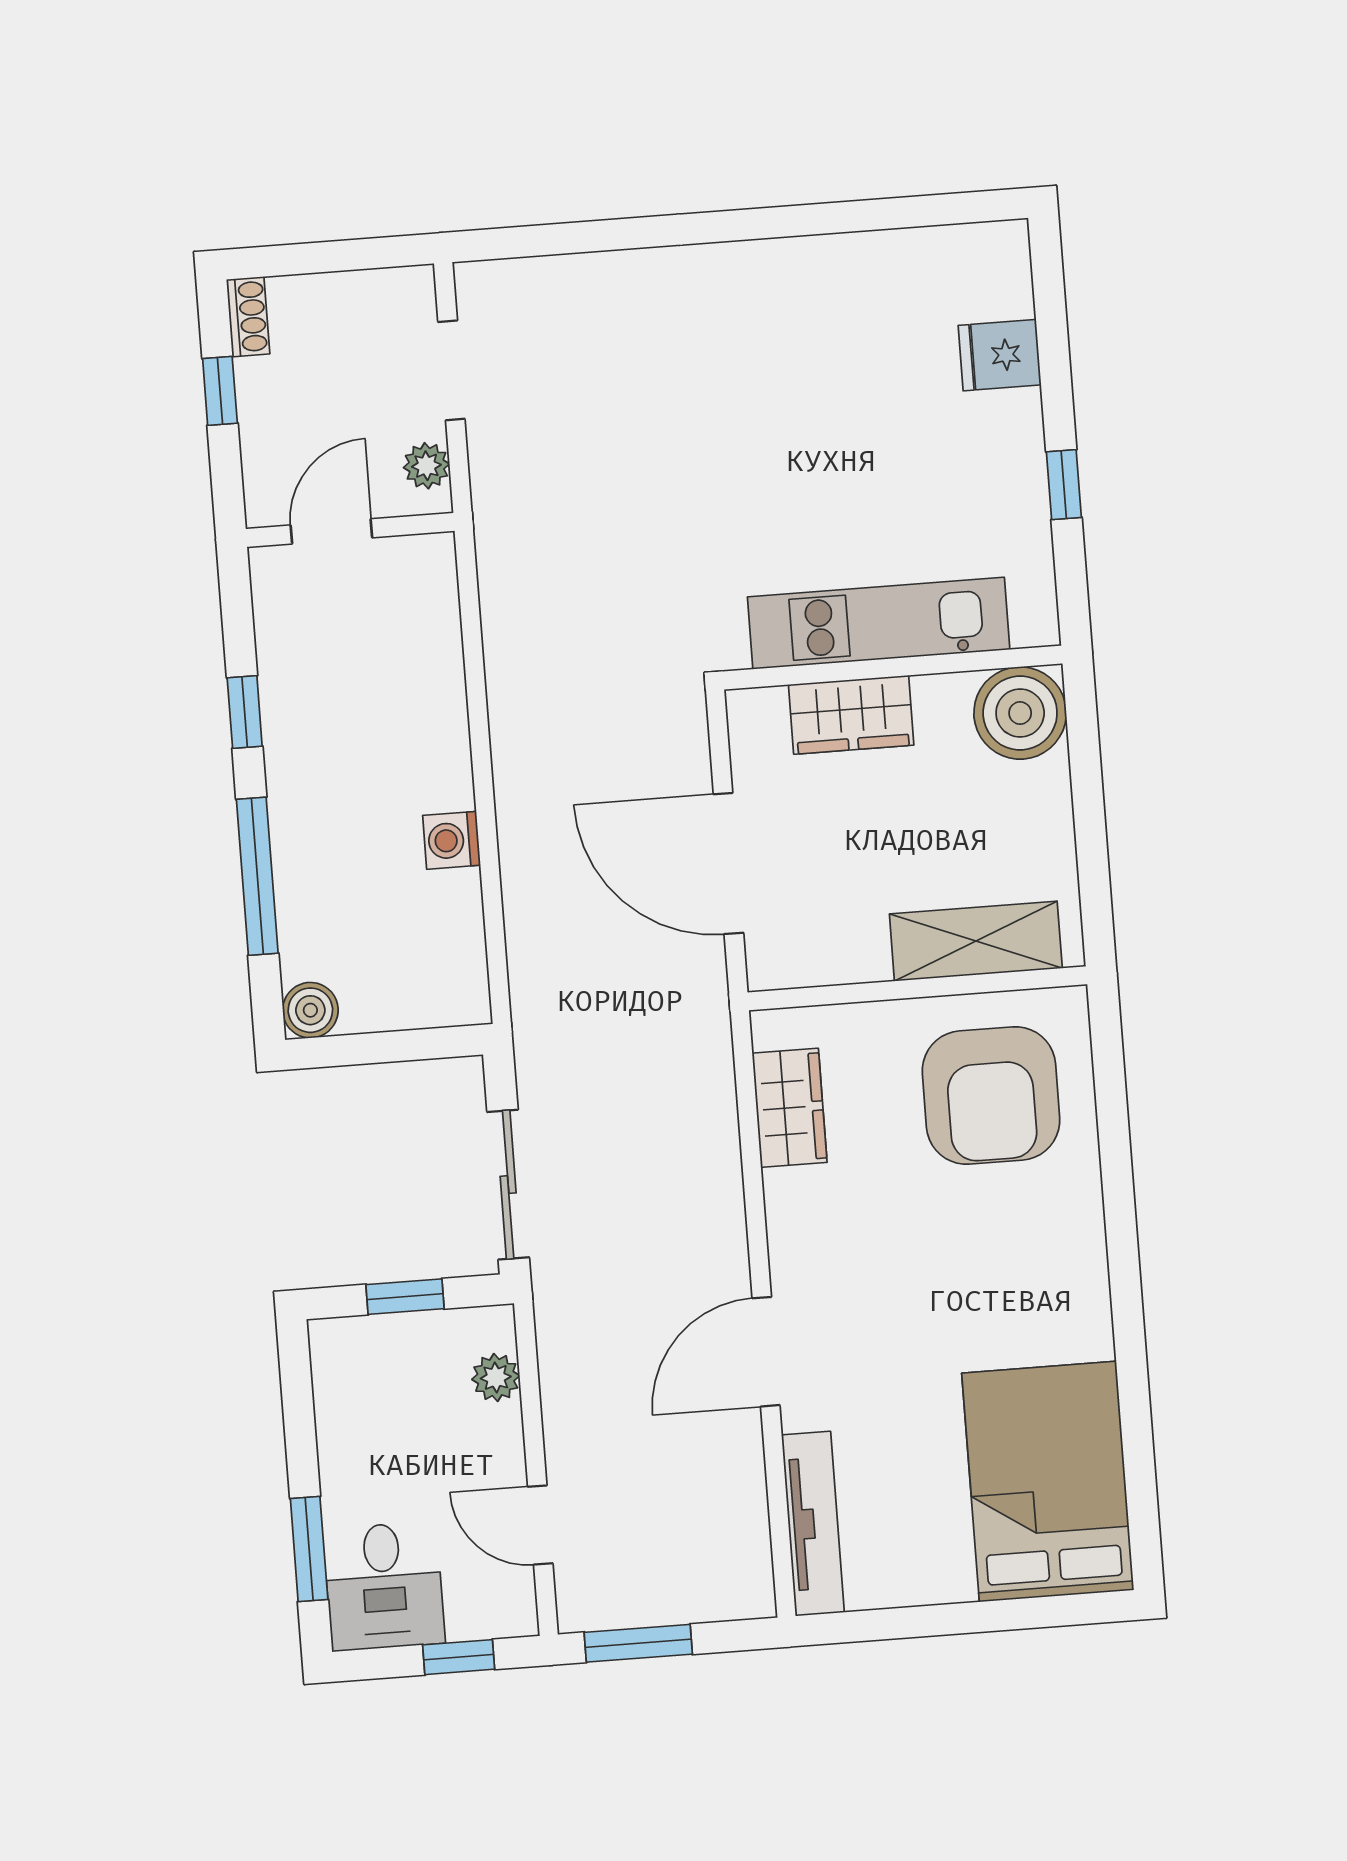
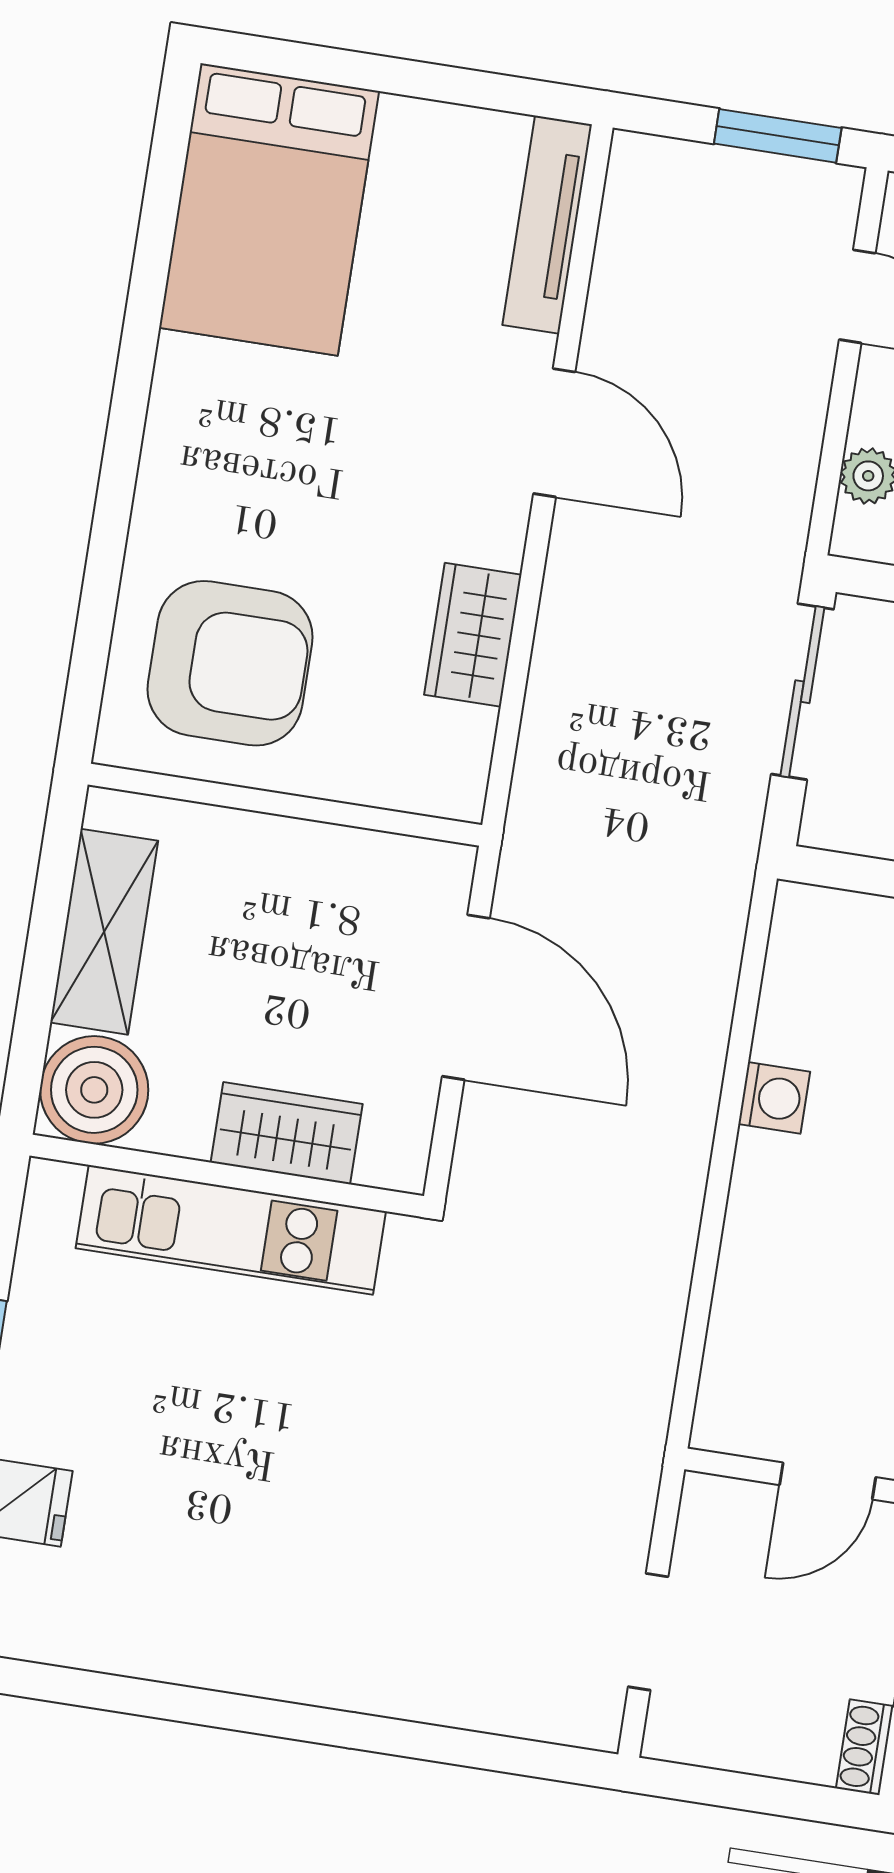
plant: (426, 466) -> (702, 1530), removed
shelving: (976, 941) -> (104, 932), moved, turned 90
armchair: (991, 1096) -> (230, 663), turned 90
wardrobe: (790, 1108) -> (473, 635), moved
door: (766, 1352) -> (554, 433), hinge flipped

